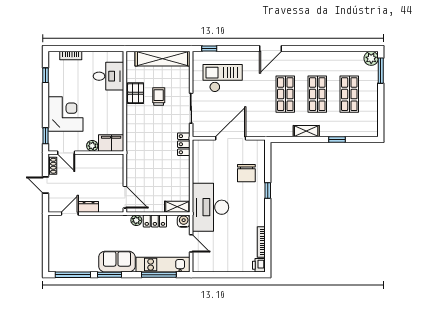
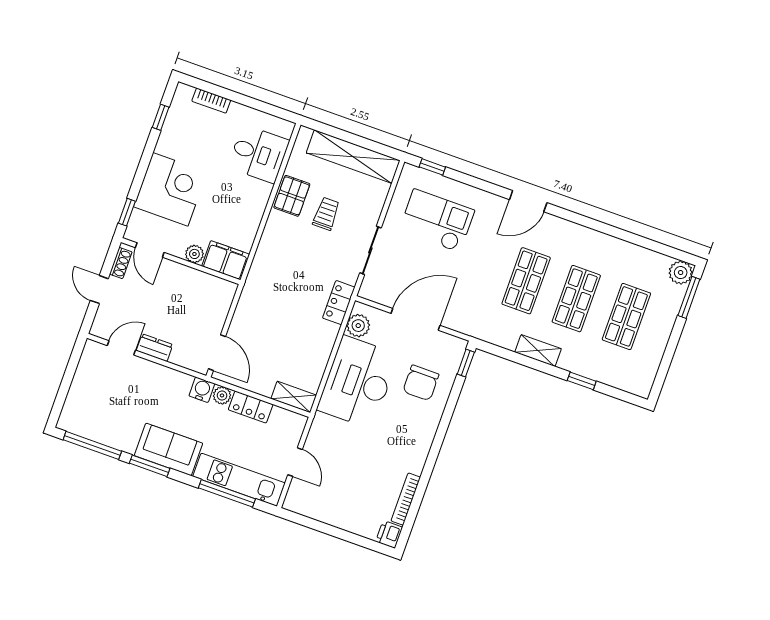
plant: (199, 153) -> (358, 326), added
window: (268, 190) -> (466, 363), moved
desk: (210, 207) -> (358, 382), moved
water cooler: (184, 221) -> (202, 390), moved

